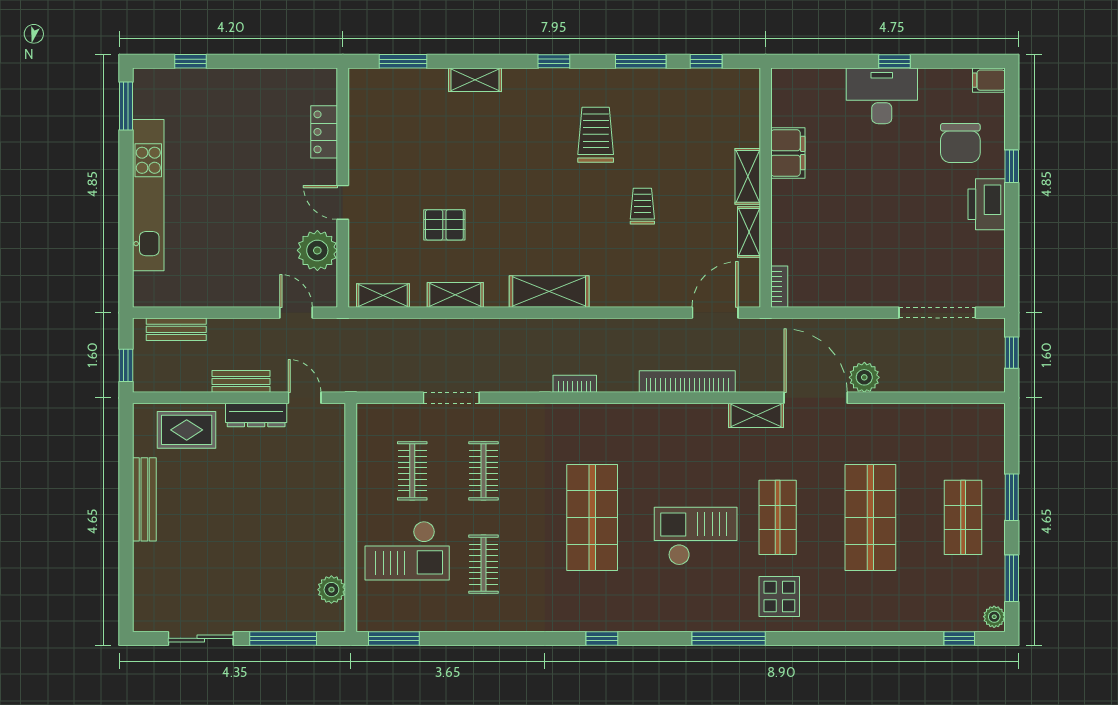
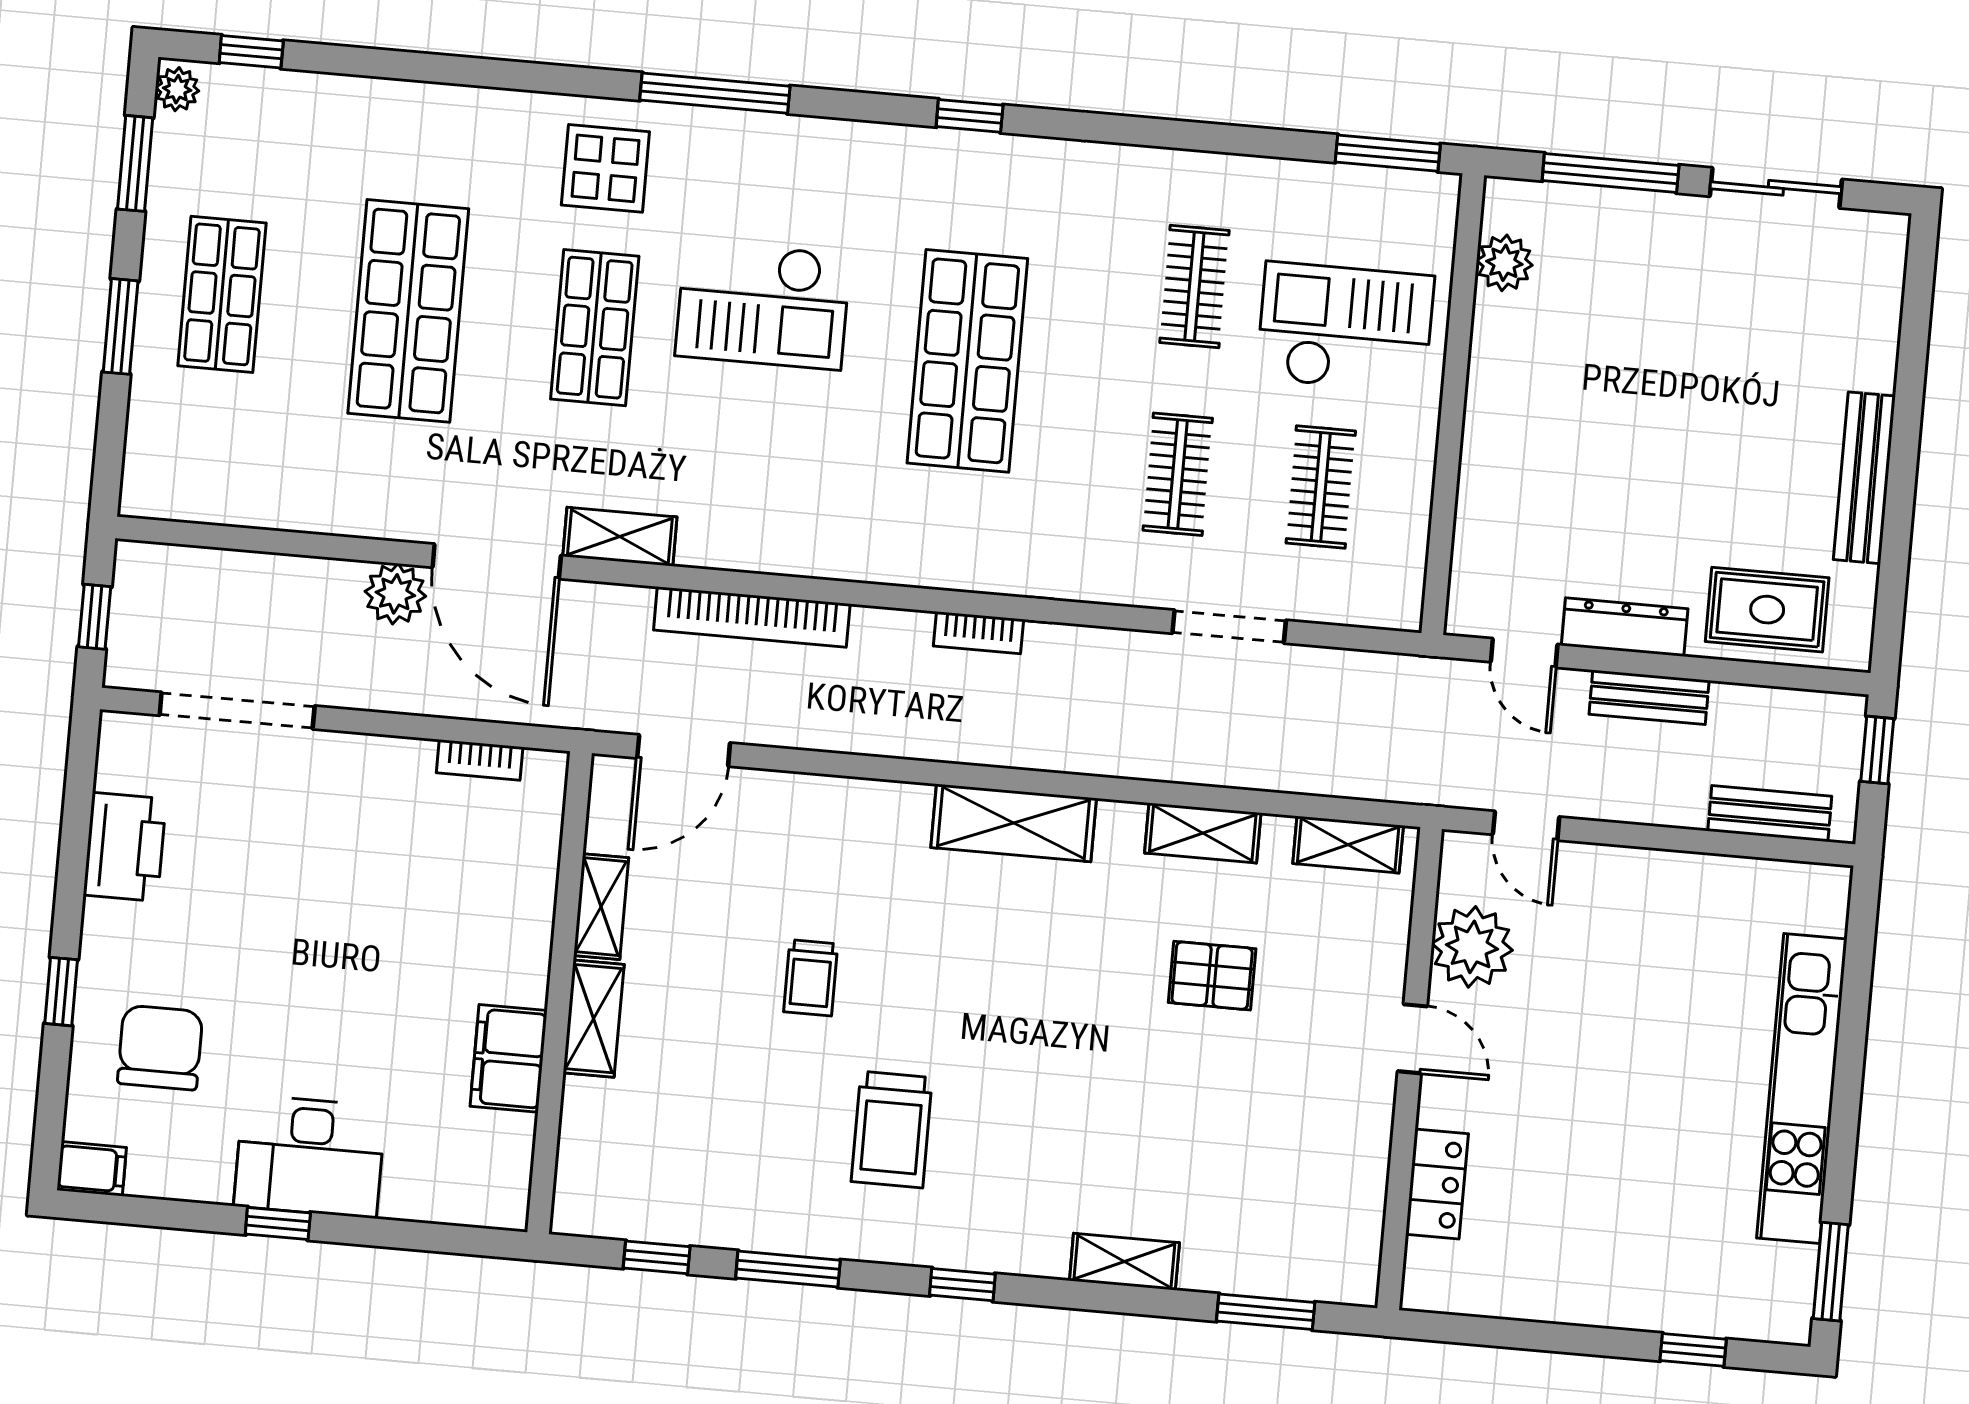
printer: (987, 204) -> (125, 847), moved
bookcase: (779, 287) -> (480, 760), moved, turned -90

